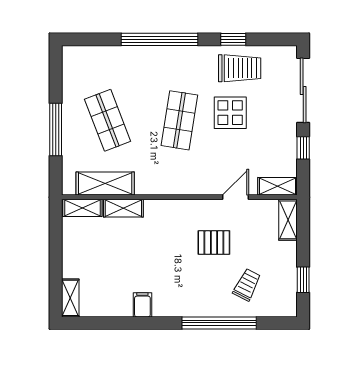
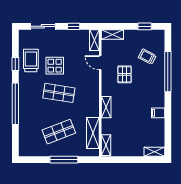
sliding door: (303, 90) -> (43, 26), width x0.73
shelving: (123, 208) -> (106, 107), moved

